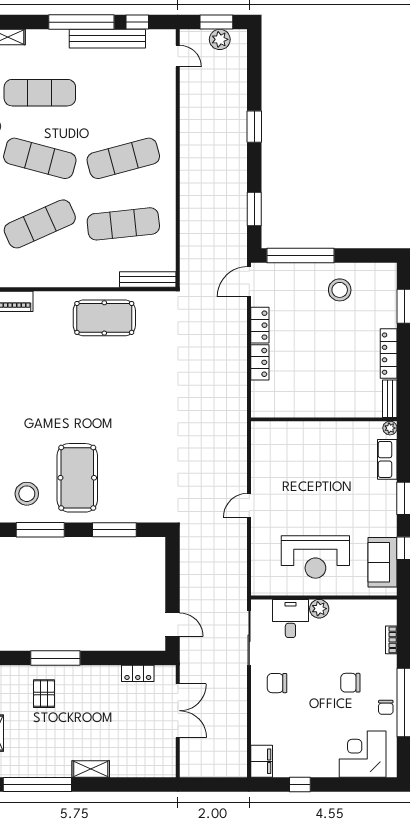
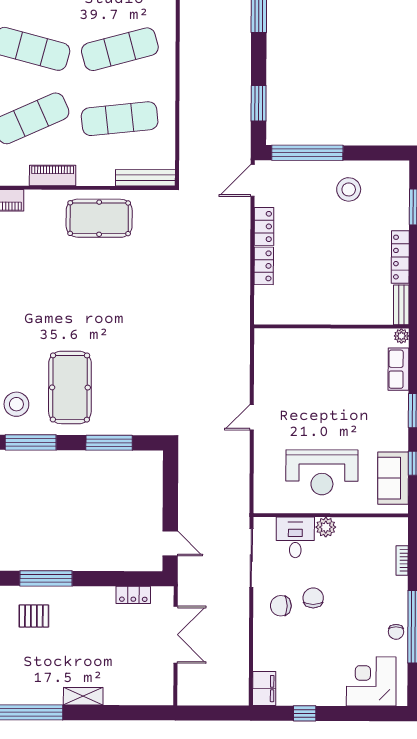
piano: (60, 278) -> (53, 175), added
chair: (350, 683) -> (313, 598), moved, turned 90
pallet: (44, 694) -> (34, 616), turned 90

